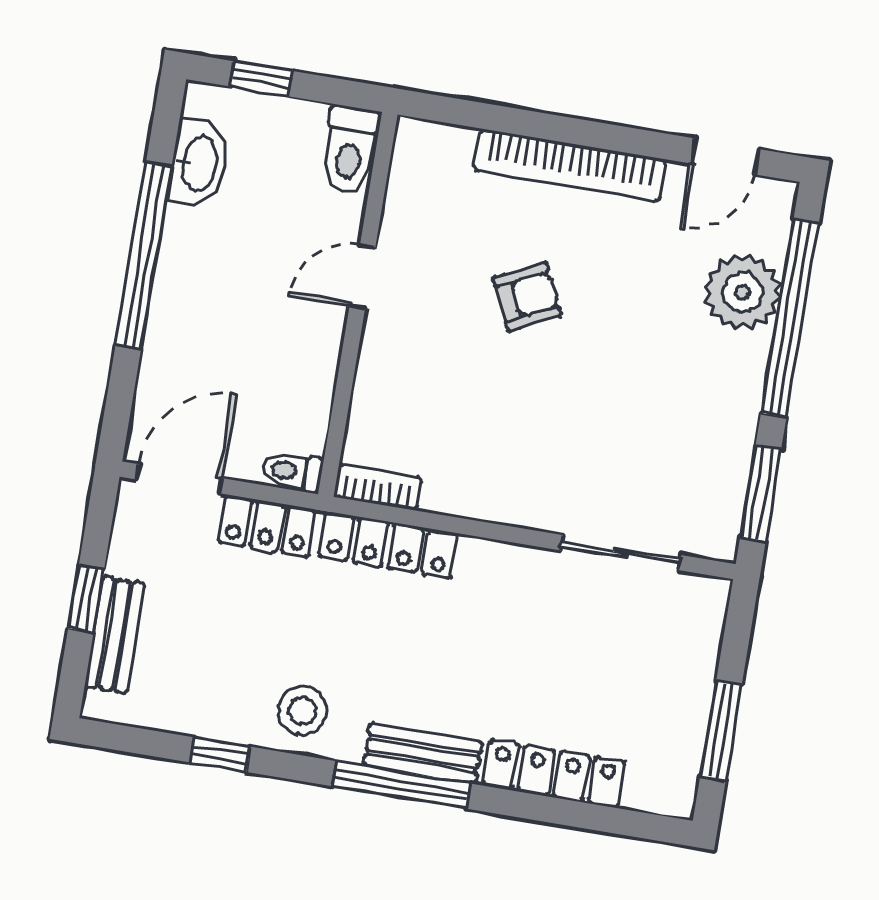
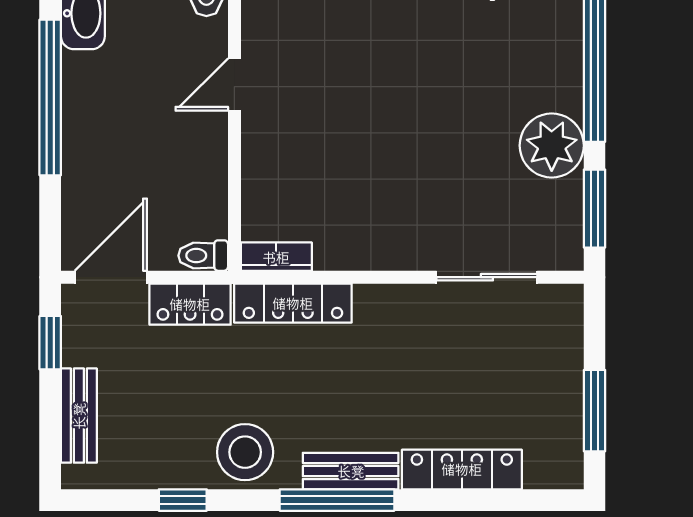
plant: (743, 292) -> (552, 146), moved
armchair: (527, 297) -> (374, 78), removed
window: (86, 599) -> (50, 343), moved
stool: (303, 711) -> (245, 452), width x1.38, depth x1.38

